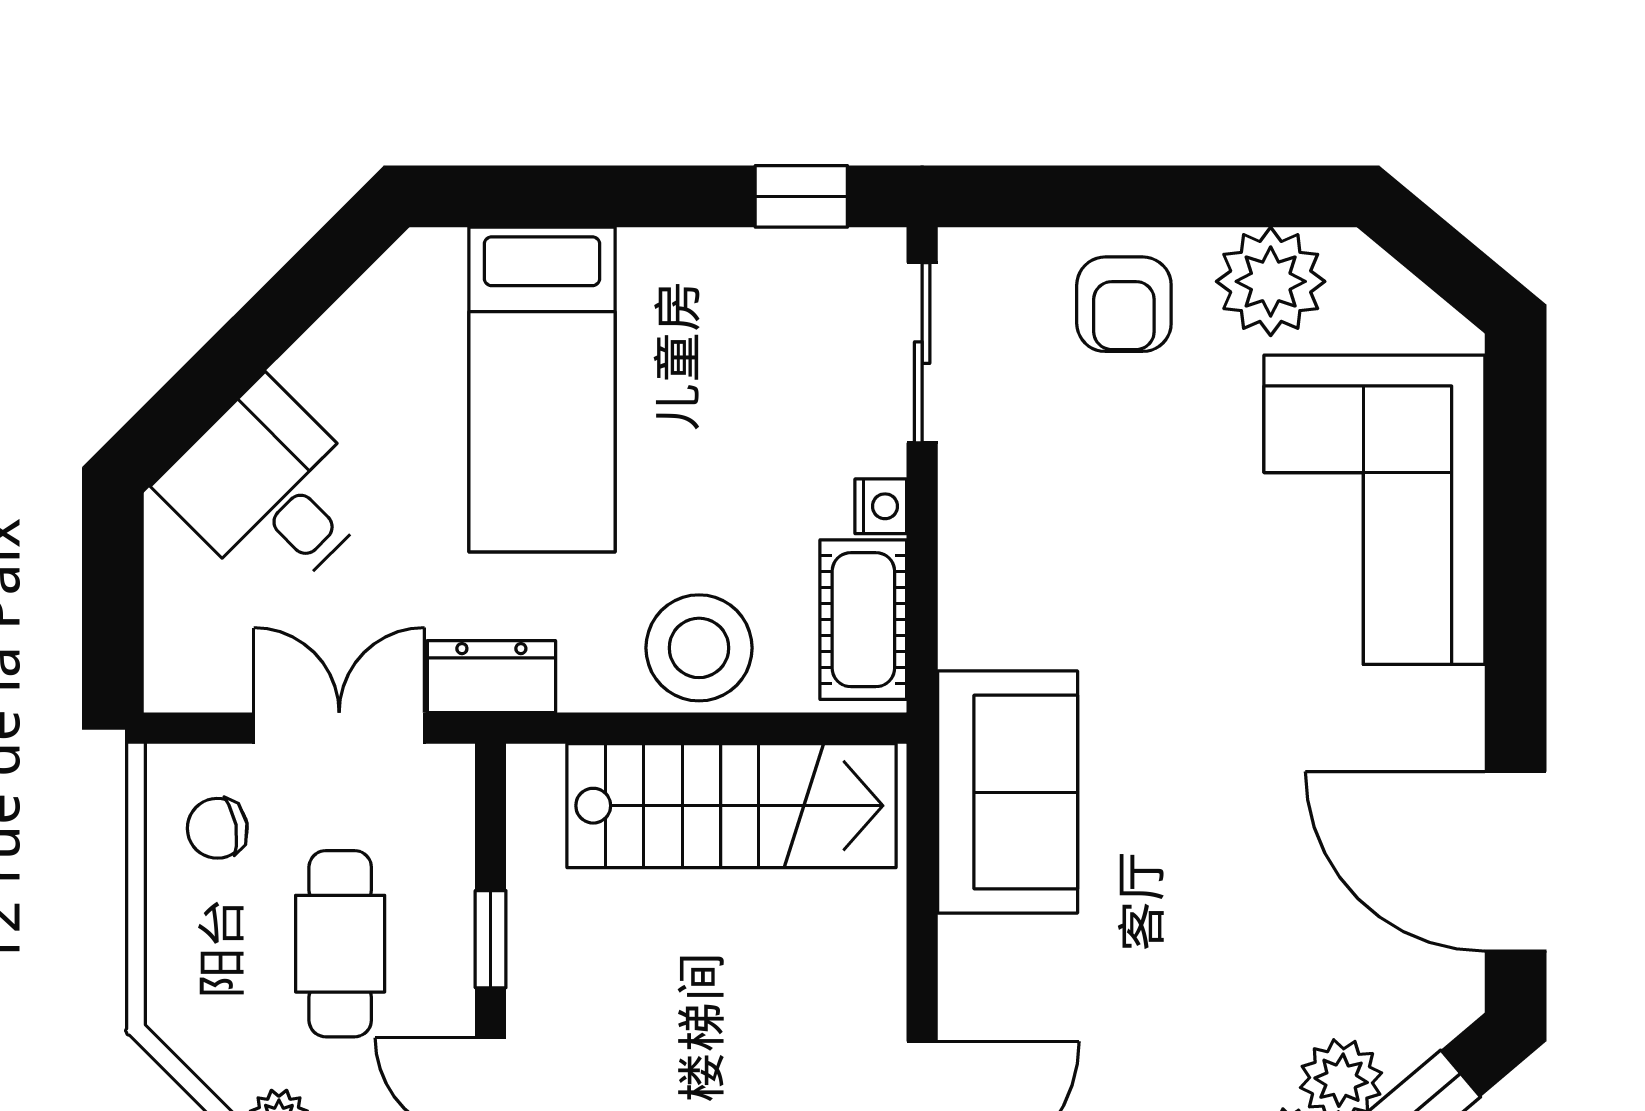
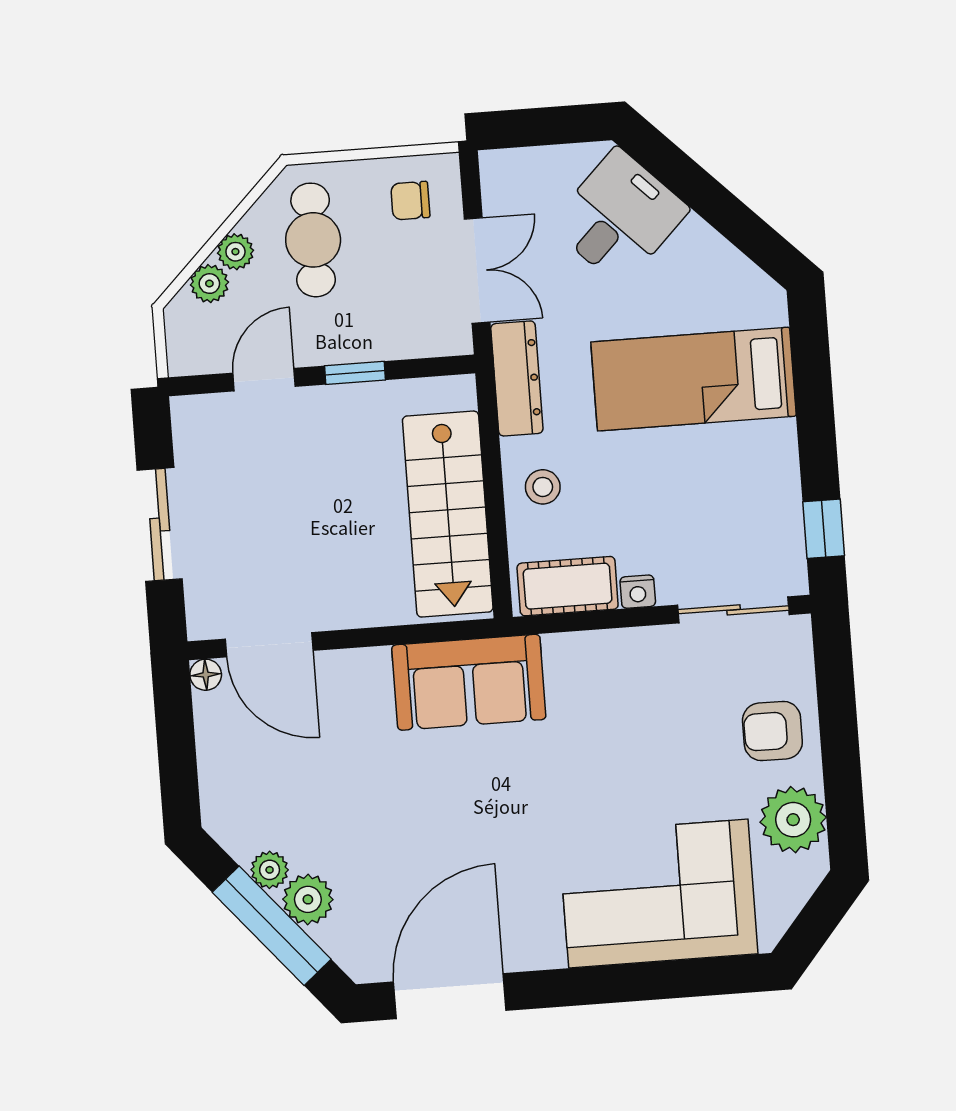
stool: (699, 648) -> (543, 487), width x0.53, depth x0.53
dresser: (491, 677) -> (517, 378), width x1.44
chair: (217, 828) -> (410, 201), turned -80
cafe table: (340, 944) -> (313, 240), moved, turned 90

